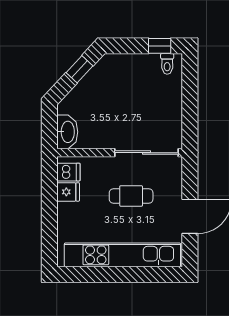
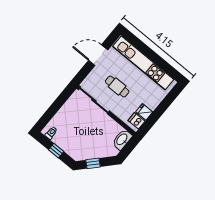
window: (160, 46) -> (56, 151), moved

